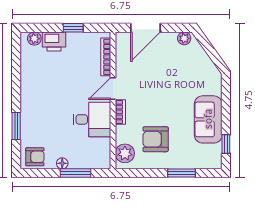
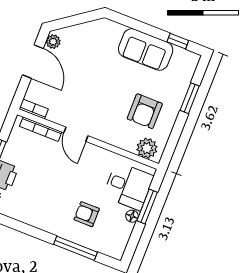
door: (145, 28) -> (33, 62), moved
bookcase: (120, 112) -> (34, 109), moved
desk: (92, 119) -> (128, 186), moved, turned 90
window: (16, 126) -> (75, 248), width x1.44
armchair: (35, 157) -> (87, 214), moved, turned -90

